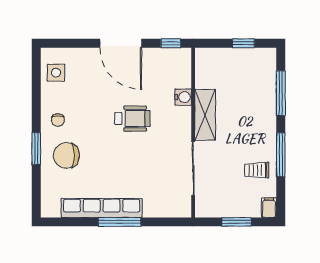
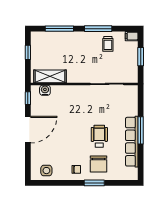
water cooler: (183, 97) -> (45, 90), moved
shelving: (205, 115) -> (50, 76), moved
wheelchair: (132, 119) -> (99, 136), moved

